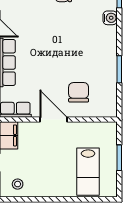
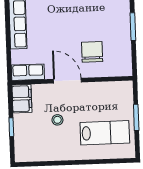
lab bench: (88, 172) -> (105, 133), turned -90
stool: (18, 184) -> (57, 120), moved

